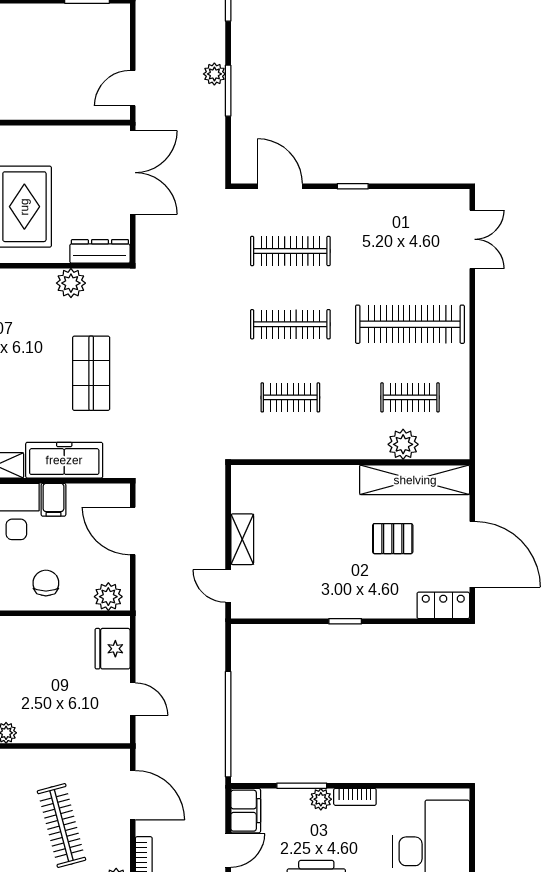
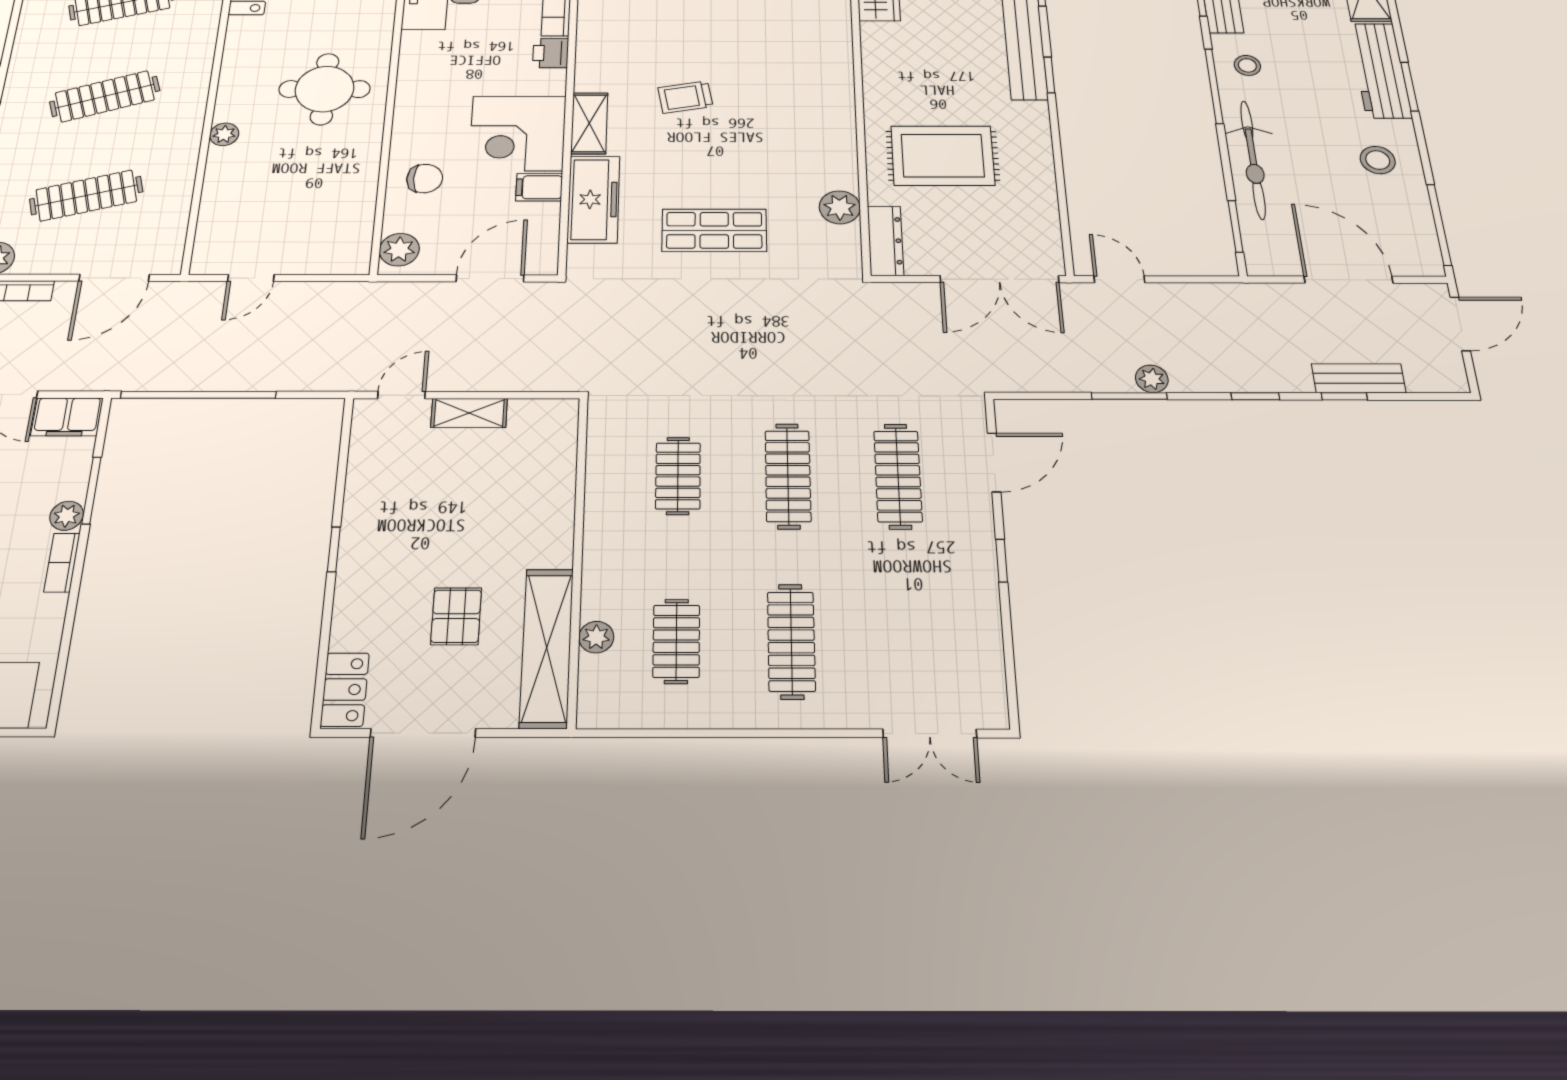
clothes rail: (410, 324) -> (791, 641), width x0.73, depth x0.76
plant: (403, 444) -> (596, 637), width x0.73, depth x0.73
fridge: (113, 649) -> (325, 254), removed

